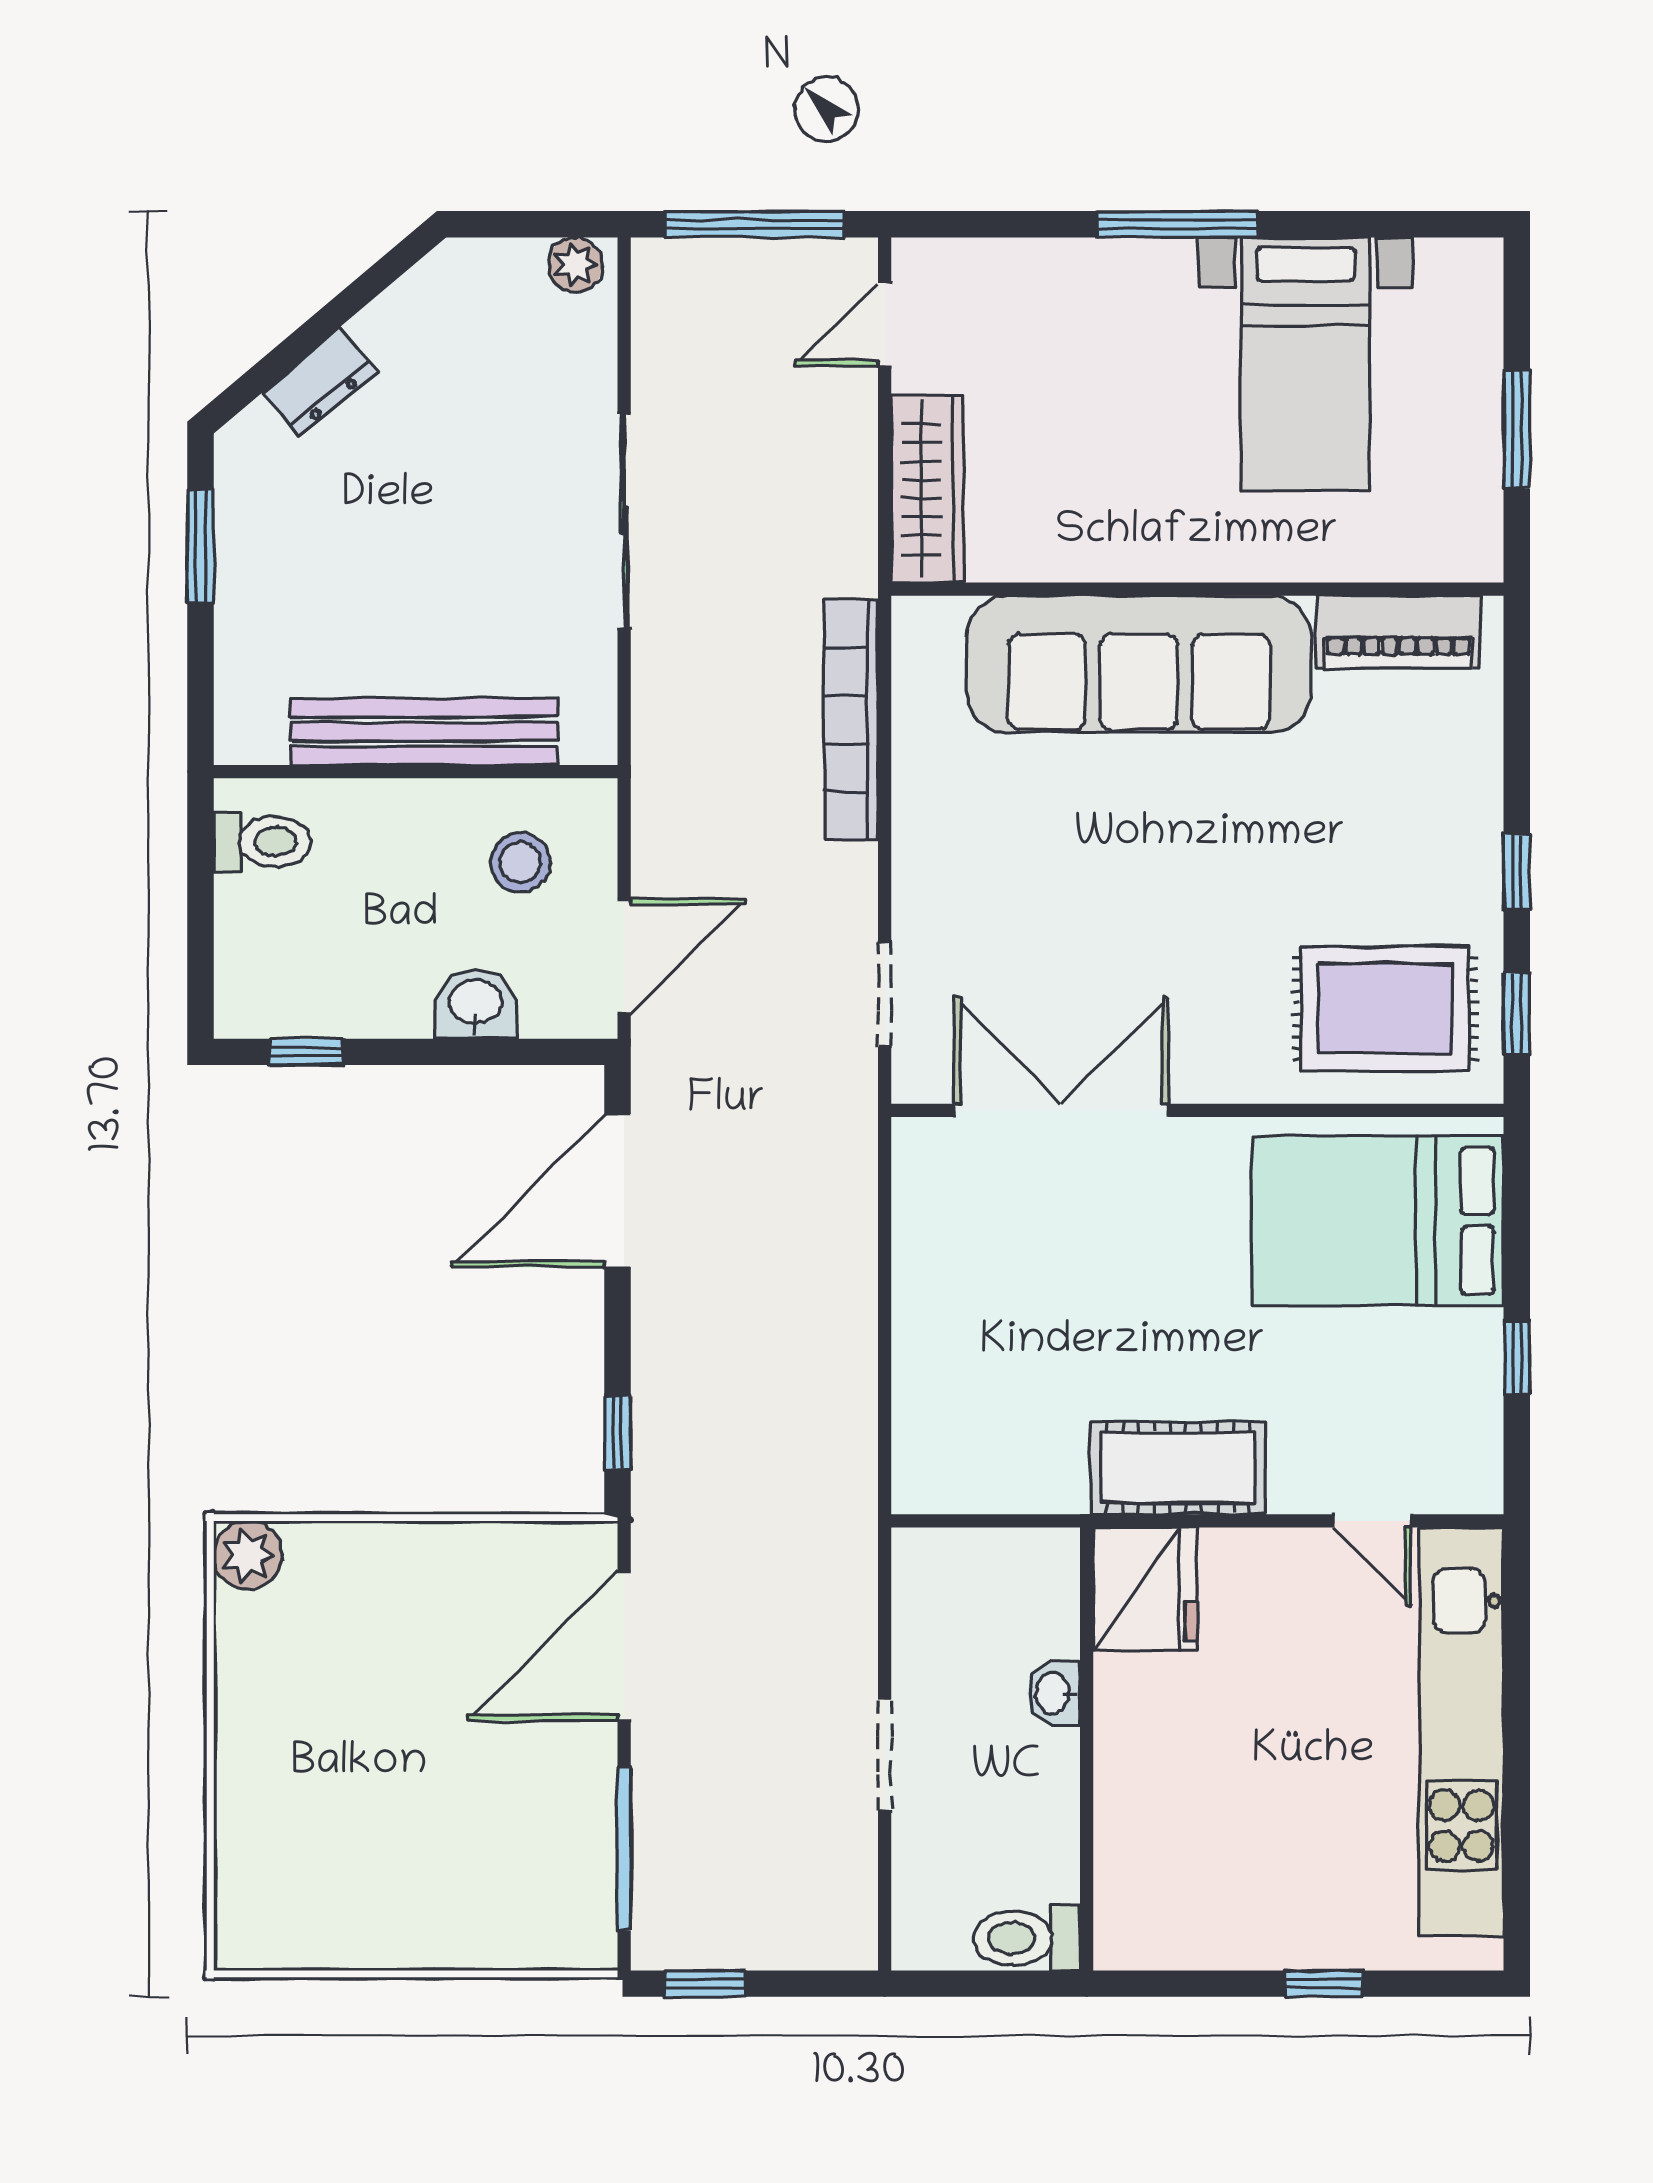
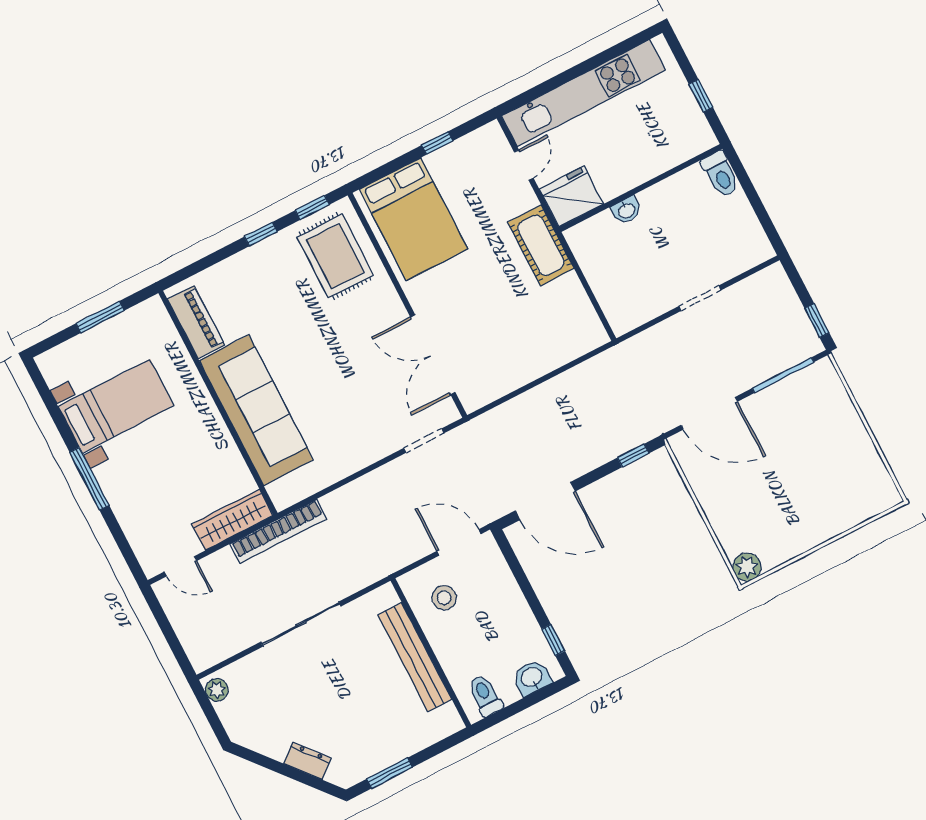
window: (755, 224) -> (168, 632), removed
bookcase: (851, 720) -> (278, 531), moved
washbasin: (476, 1004) -> (532, 678), moved, turned 90
fridge: (1145, 1589) -> (571, 197), moved
washbasin: (1054, 1693) -> (626, 210), moved
wall: (1087, 1749) -> (641, 188), moved
toilet: (1027, 1938) -> (720, 174), moved

